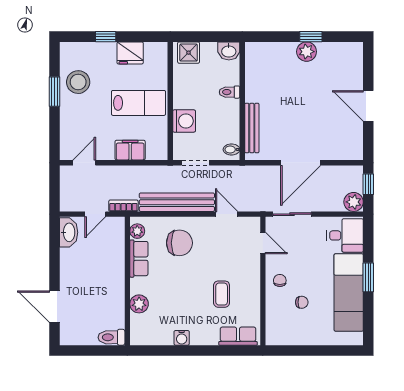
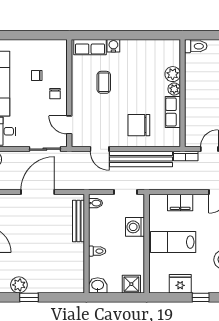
plant: (307, 52) -> (19, 285), moved
plant: (137, 231) -> (174, 89), moved
water cooler: (182, 338) -> (113, 46), moved

